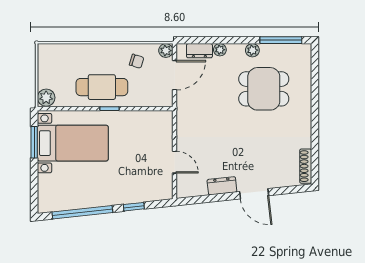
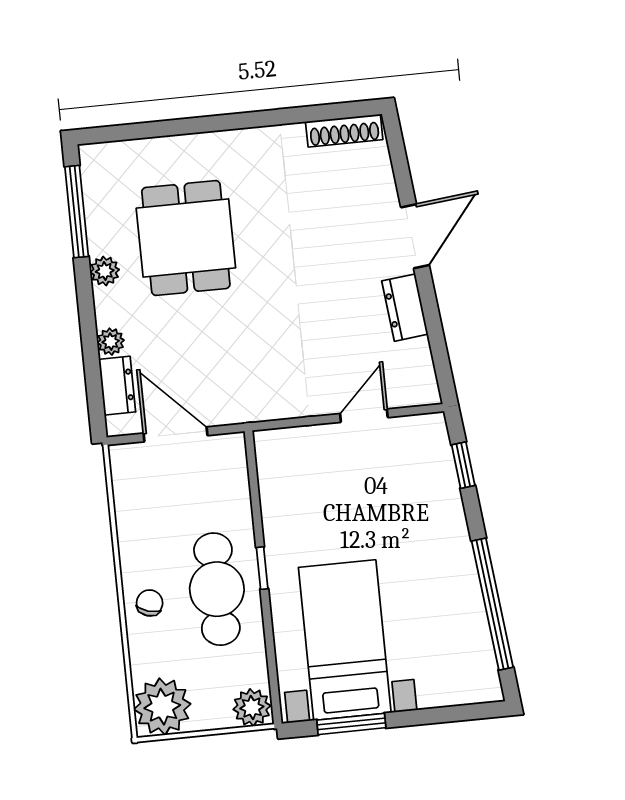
plant: (166, 51) -> (162, 707), moved, width x1.88, depth x1.88
chair: (137, 61) -> (150, 603), moved
window: (134, 207) -> (463, 465), moved

